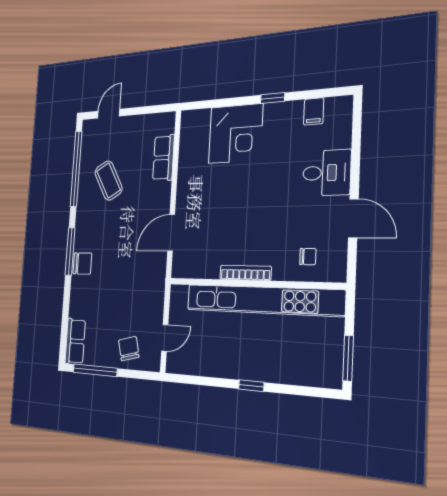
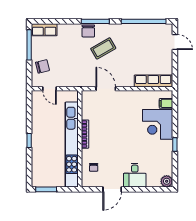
plant: (341, 108) -> (167, 181), added
filing cabinet: (314, 111) -> (166, 103), moved
row of seats: (164, 158) -> (153, 81), width x1.48
coffee table: (109, 181) -> (103, 48), moved

